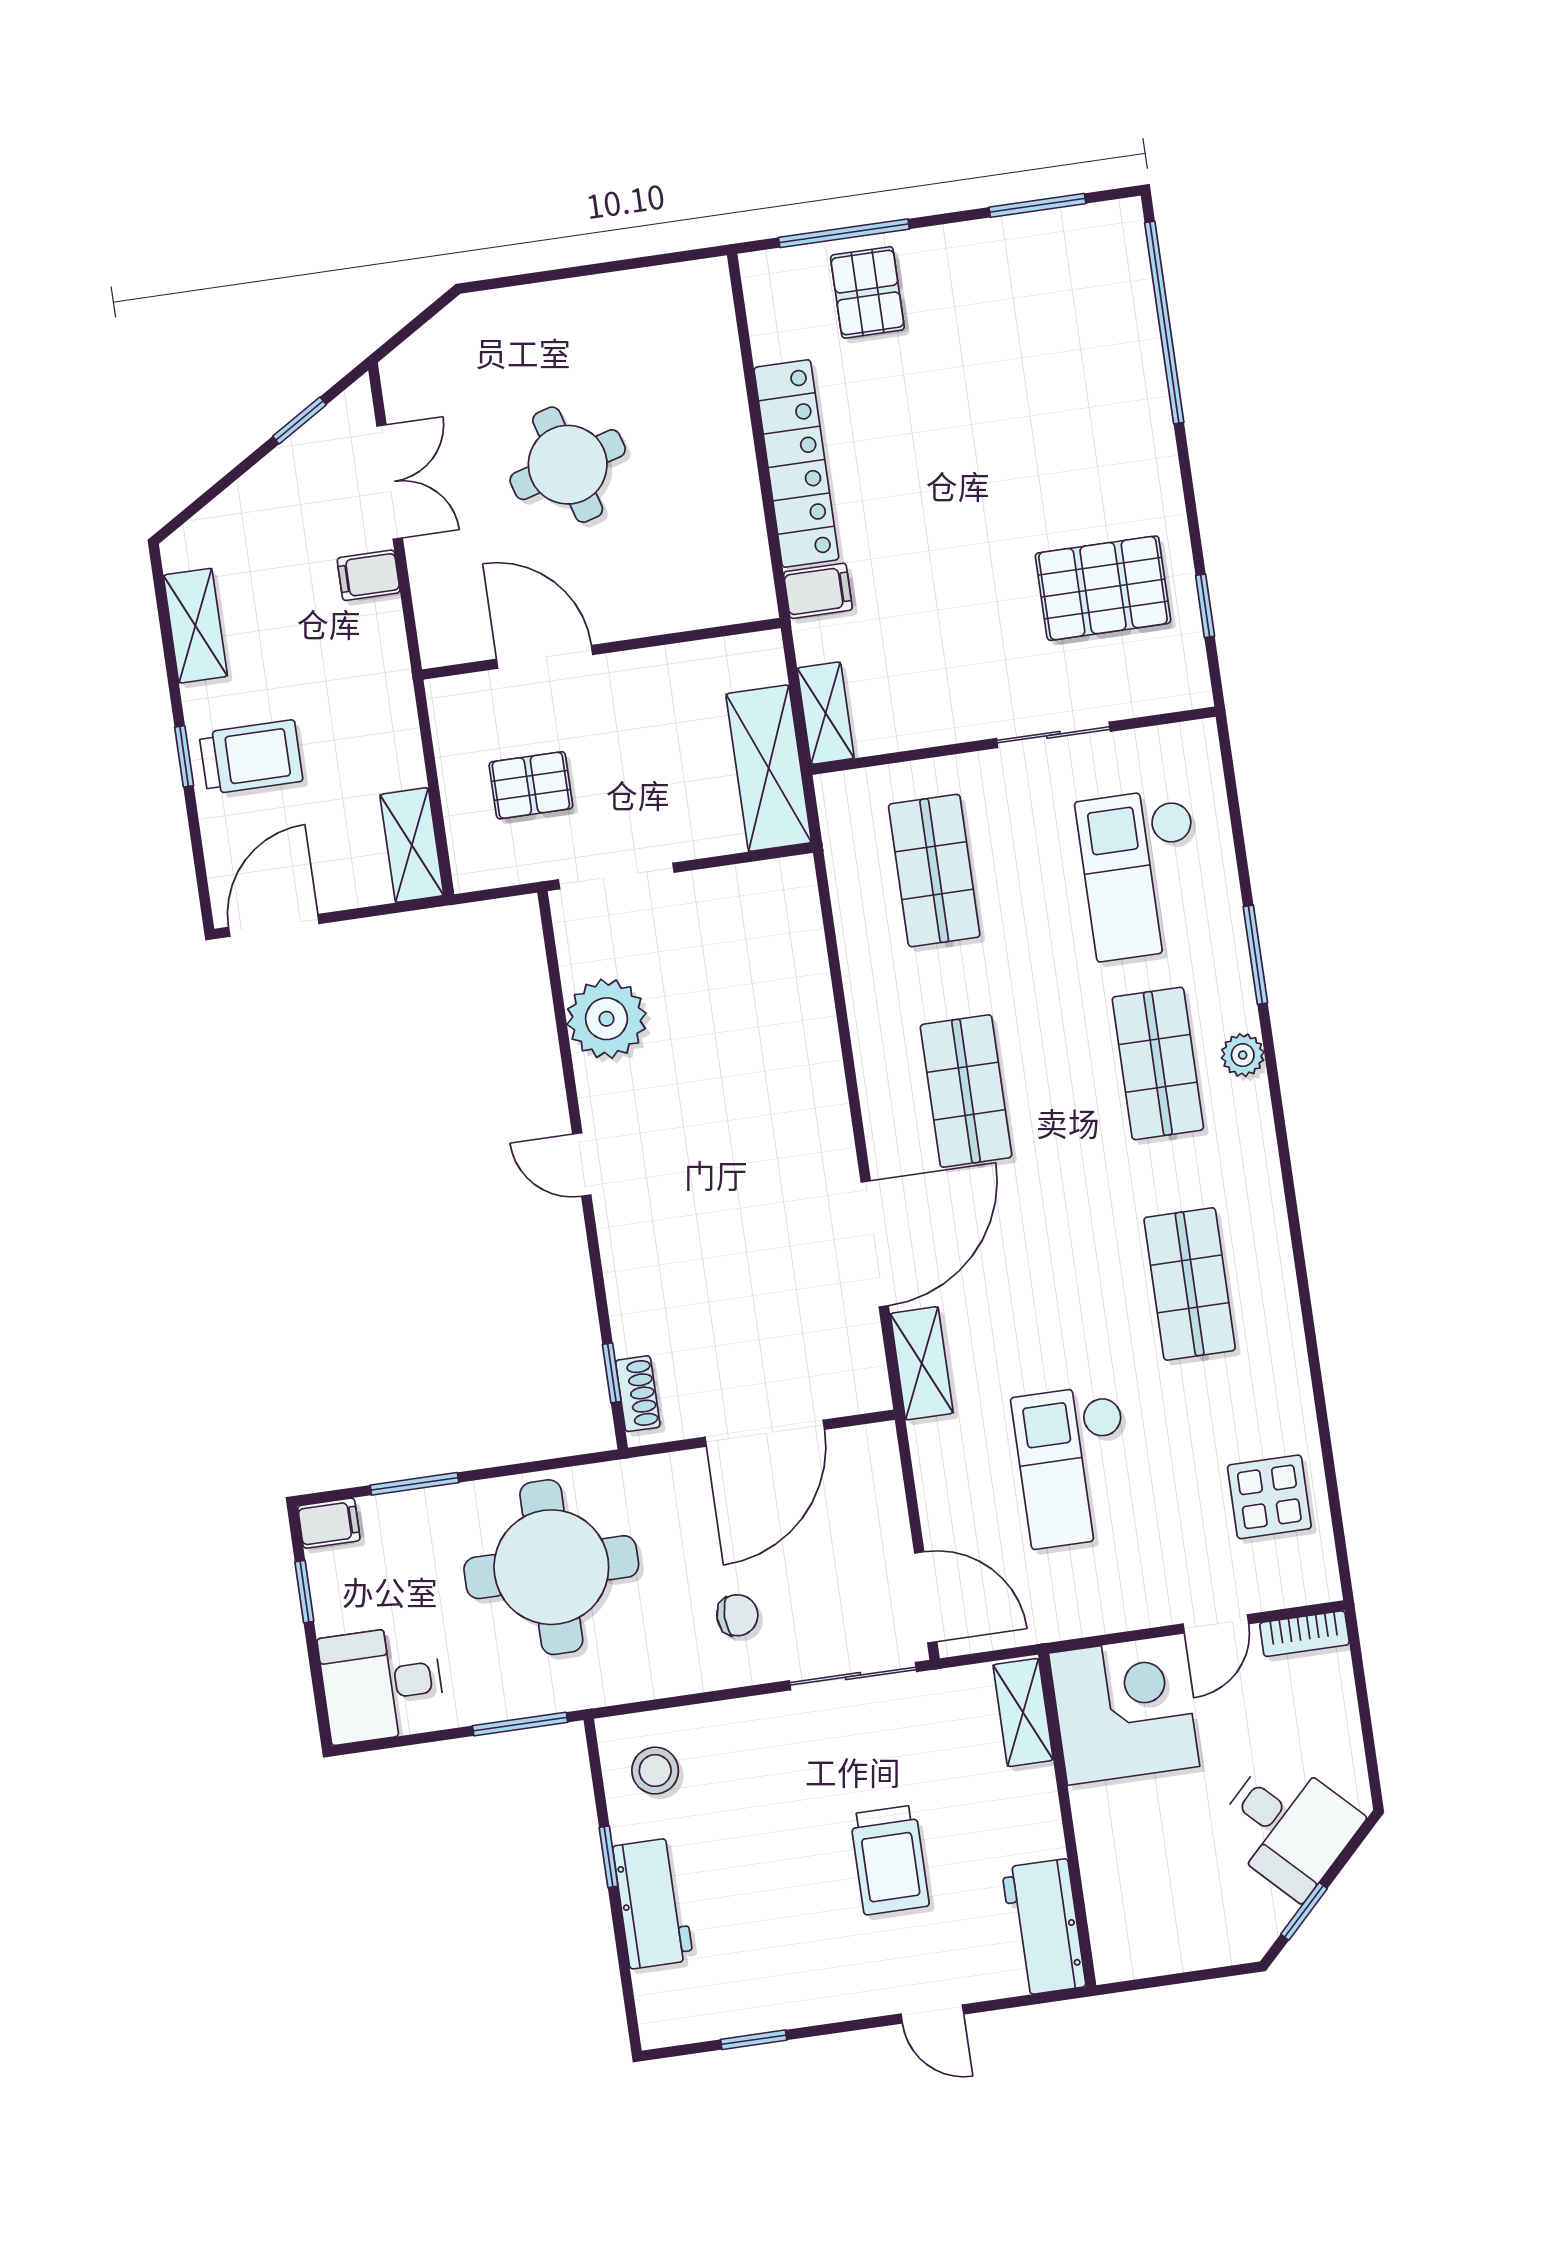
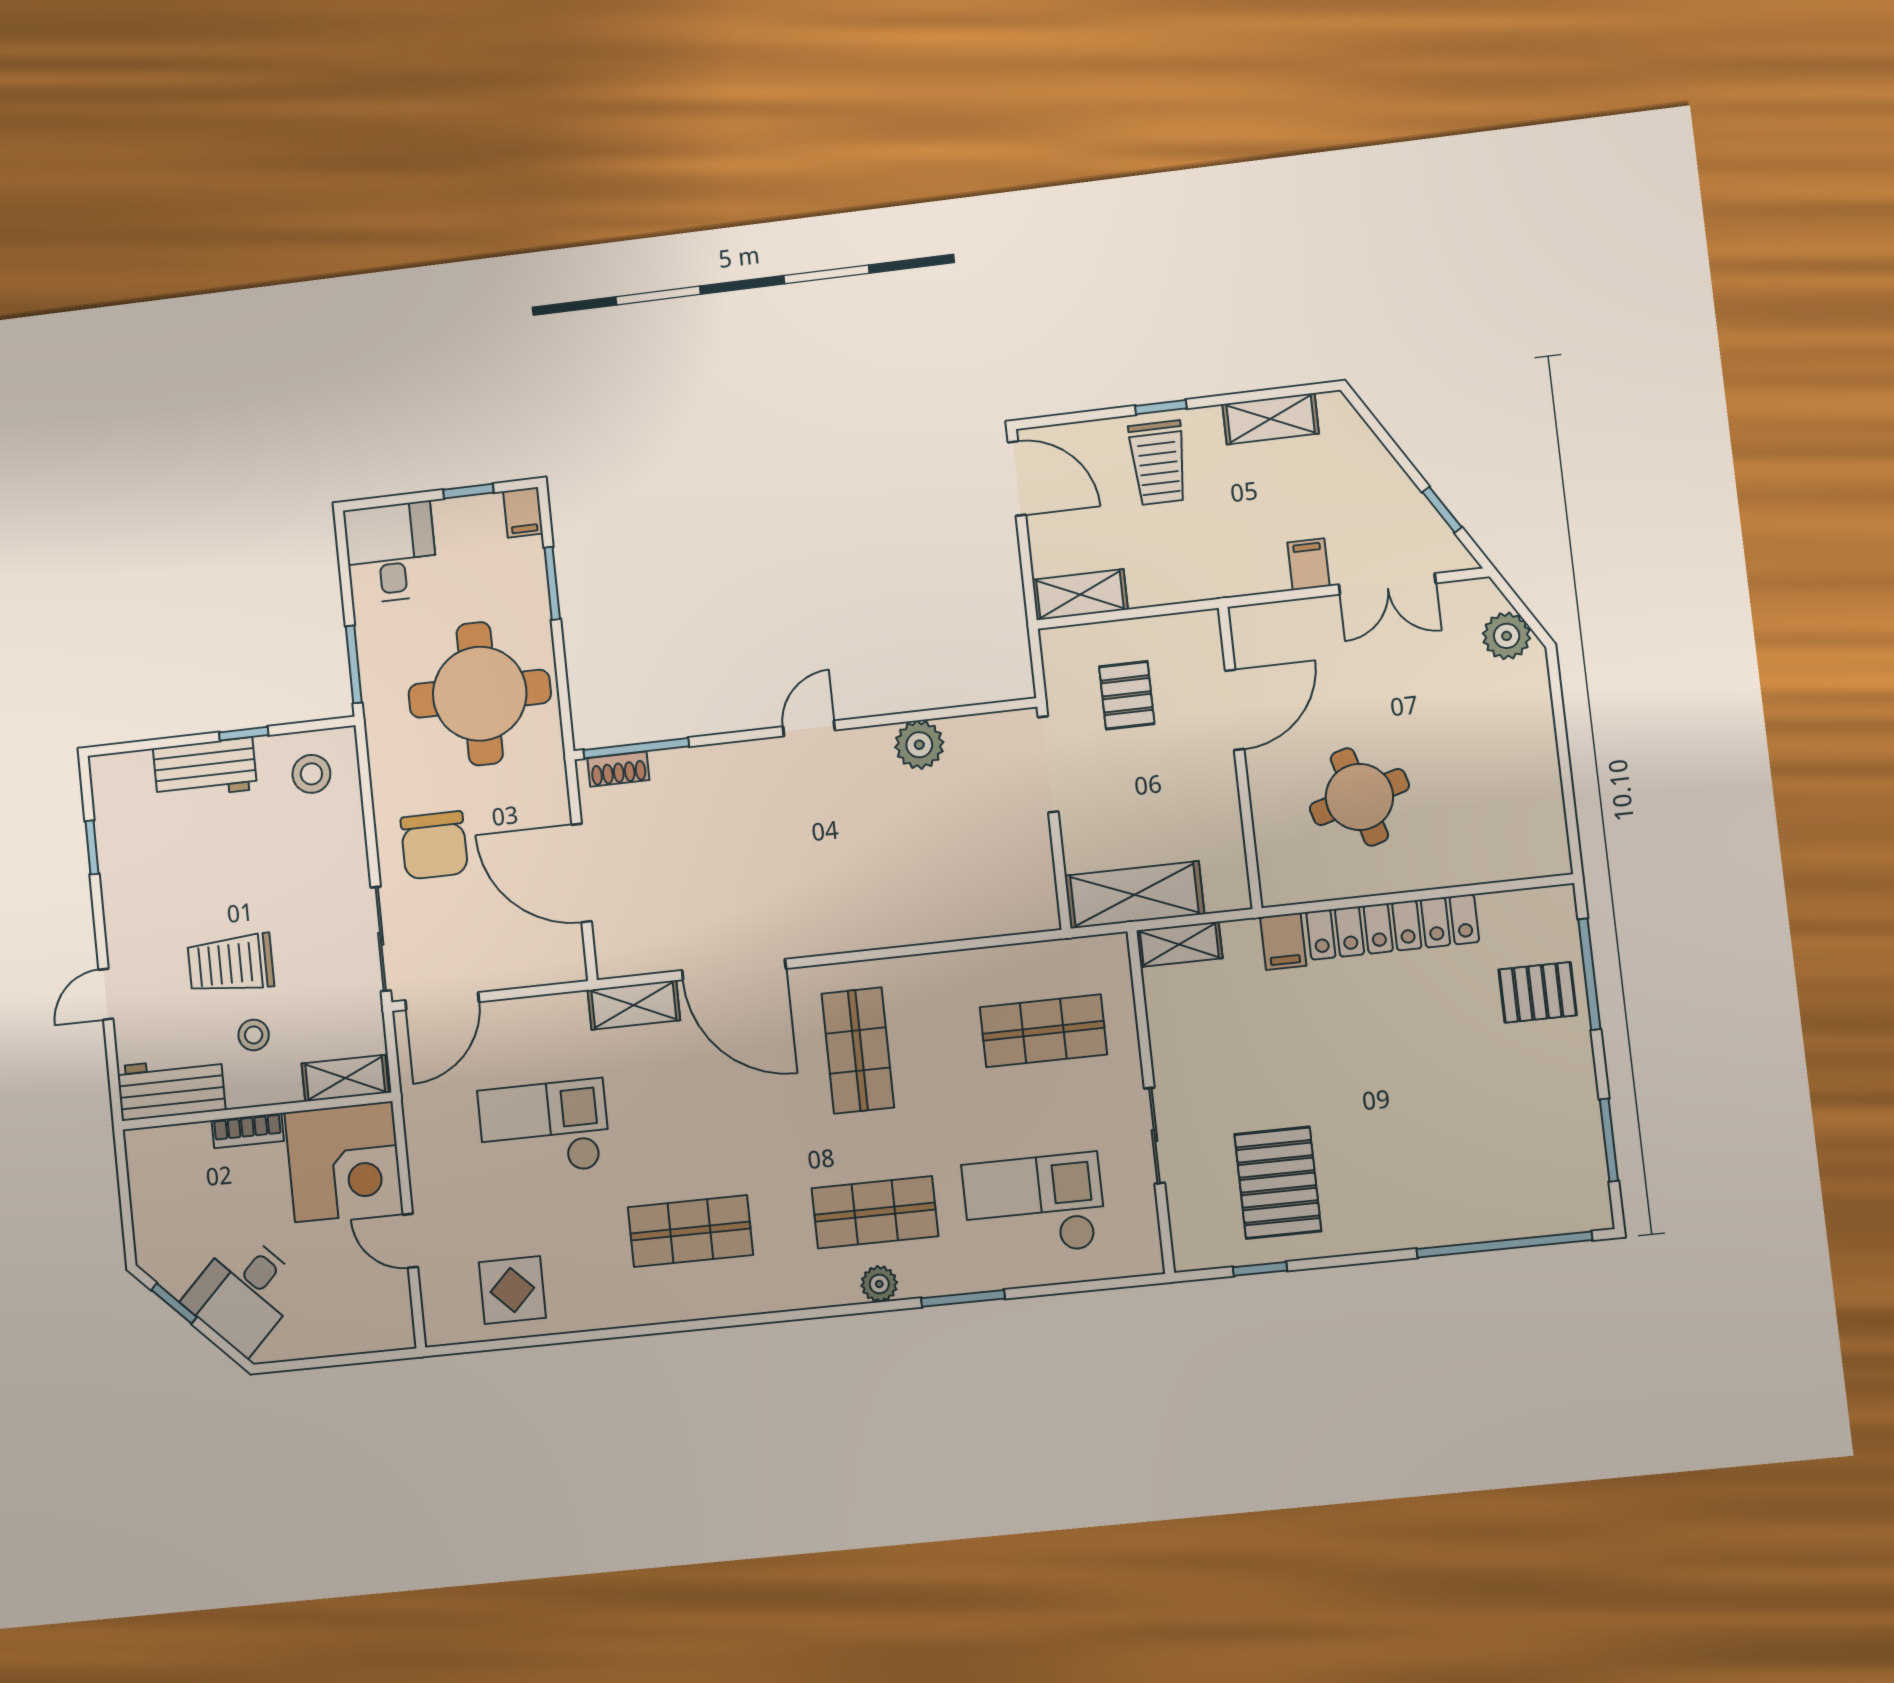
plant: (448, 341) -> (1507, 636), added
round table: (568, 465) -> (1359, 797), moved
plant: (607, 1019) -> (919, 745), width x0.73, depth x0.73
shop shelf: (966, 1091) -> (858, 1050), turned 90
window: (612, 1373) -> (636, 748), width x2.17
chair: (737, 1615) -> (434, 845), width x1.87, depth x1.87
bookcase: (1304, 1634) -> (248, 1131), moved, turned -90
stool: (975, 1828) -> (254, 1035), added

